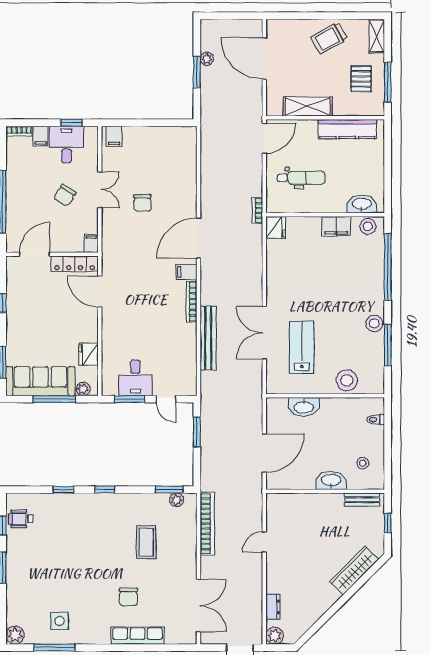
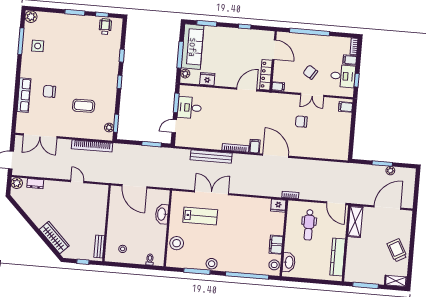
pallet: (361, 79) -> (369, 269), removed
shelving: (308, 106) -> (355, 222), moved
washbasin: (331, 480) -> (113, 228), removed

